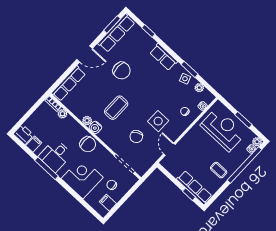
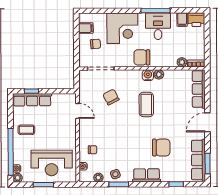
chair: (122, 71) -> (161, 148), moved, turned 180
side table: (158, 121) -> (106, 124), removed

